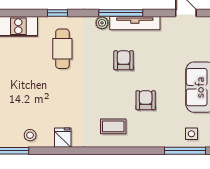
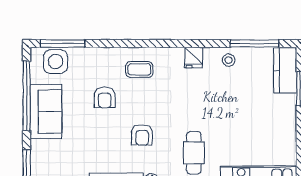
armchair: (124, 60) -> (142, 135), moved
side table: (191, 134) -> (56, 62), width x1.87, depth x1.87

